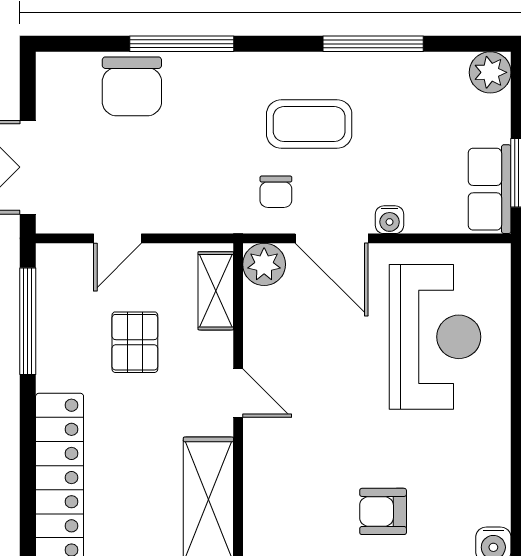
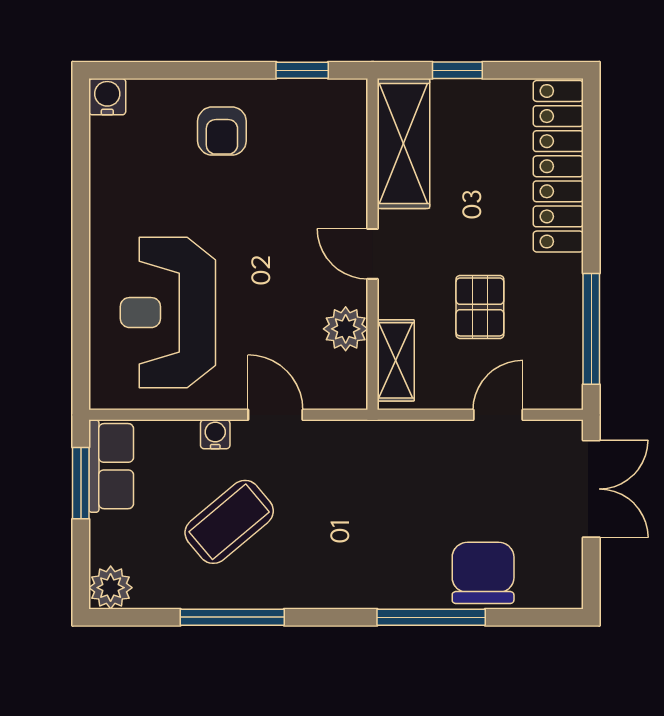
coffee table: (309, 124) -> (229, 522), moved, turned -40
chair: (276, 192) -> (333, 463), removed
door: (332, 238) -> (275, 415), width x0.73
plant: (264, 264) -> (346, 329), moved
armchair: (383, 511) -> (222, 131), turned 90

